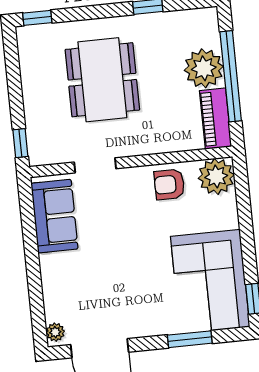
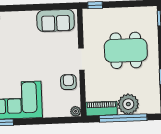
doorway: (95, 165) -> (81, 59), moved
plant: (216, 176) -> (76, 111), width x0.53, depth x0.53

